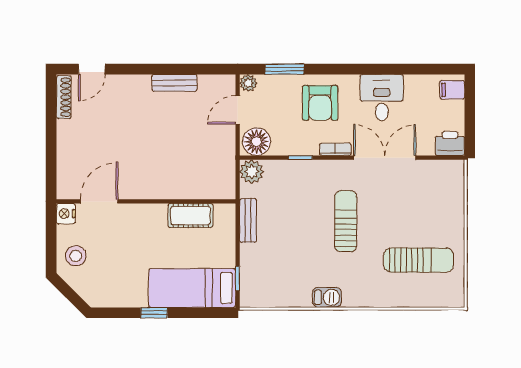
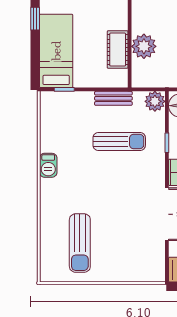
plant: (187, 185) -> (144, 46), added
sun lounger: (346, 221) -> (119, 141), moved

